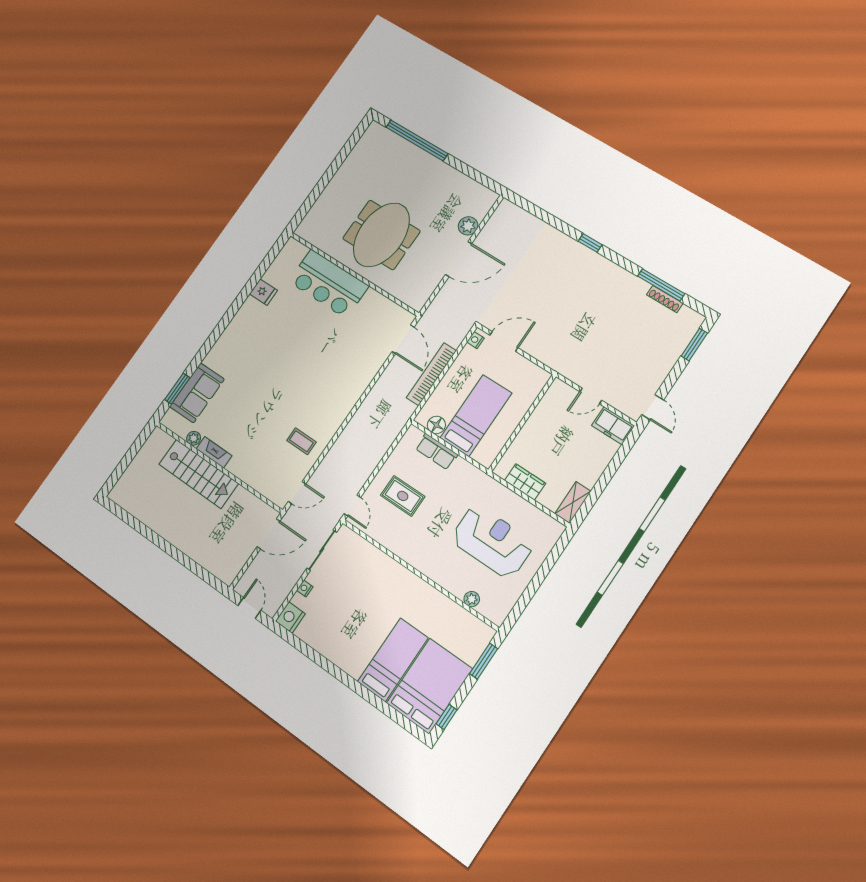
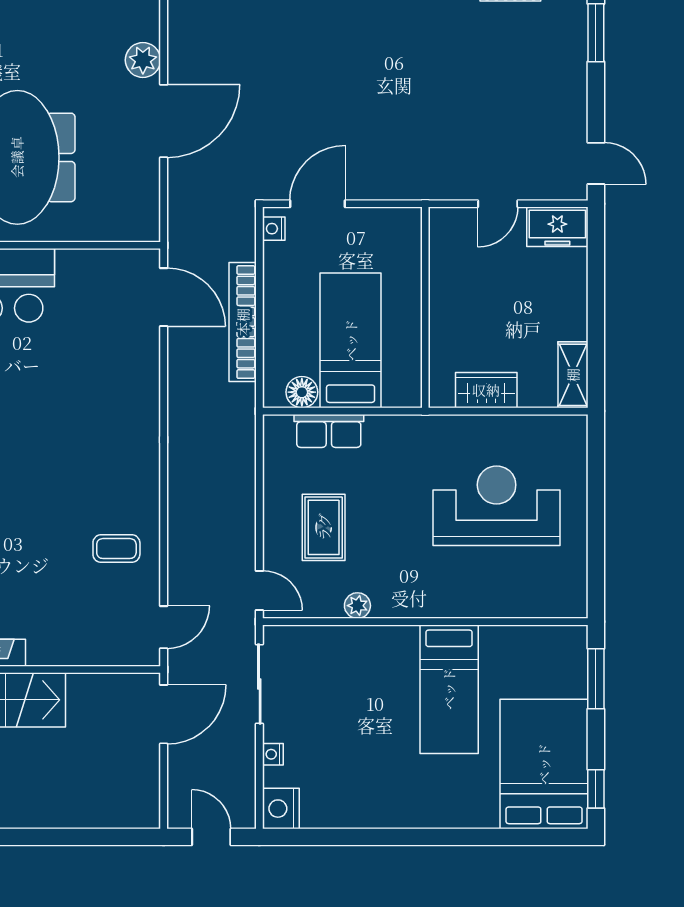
rug: (403, 496) -> (324, 527), turned 90
plant: (472, 599) -> (357, 606), moved
bed: (393, 660) -> (449, 689), moved, turned 180

